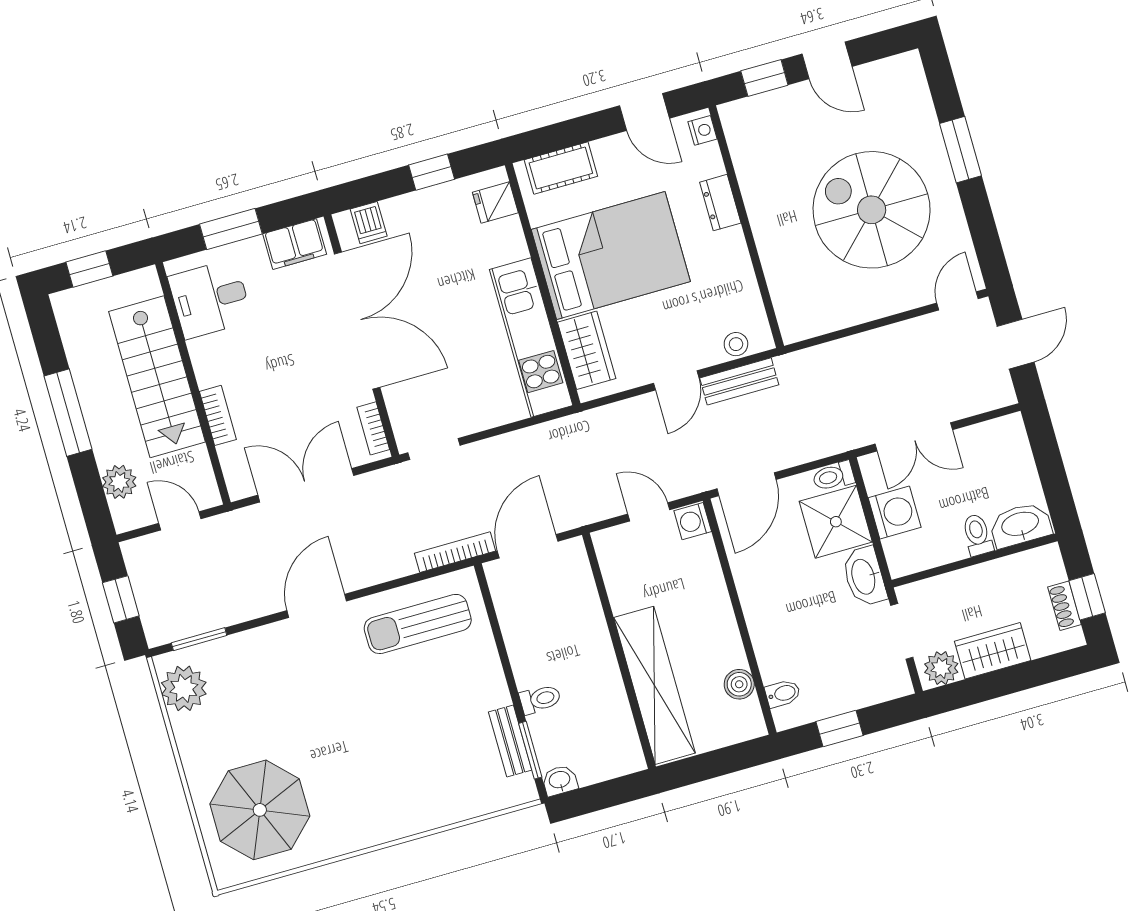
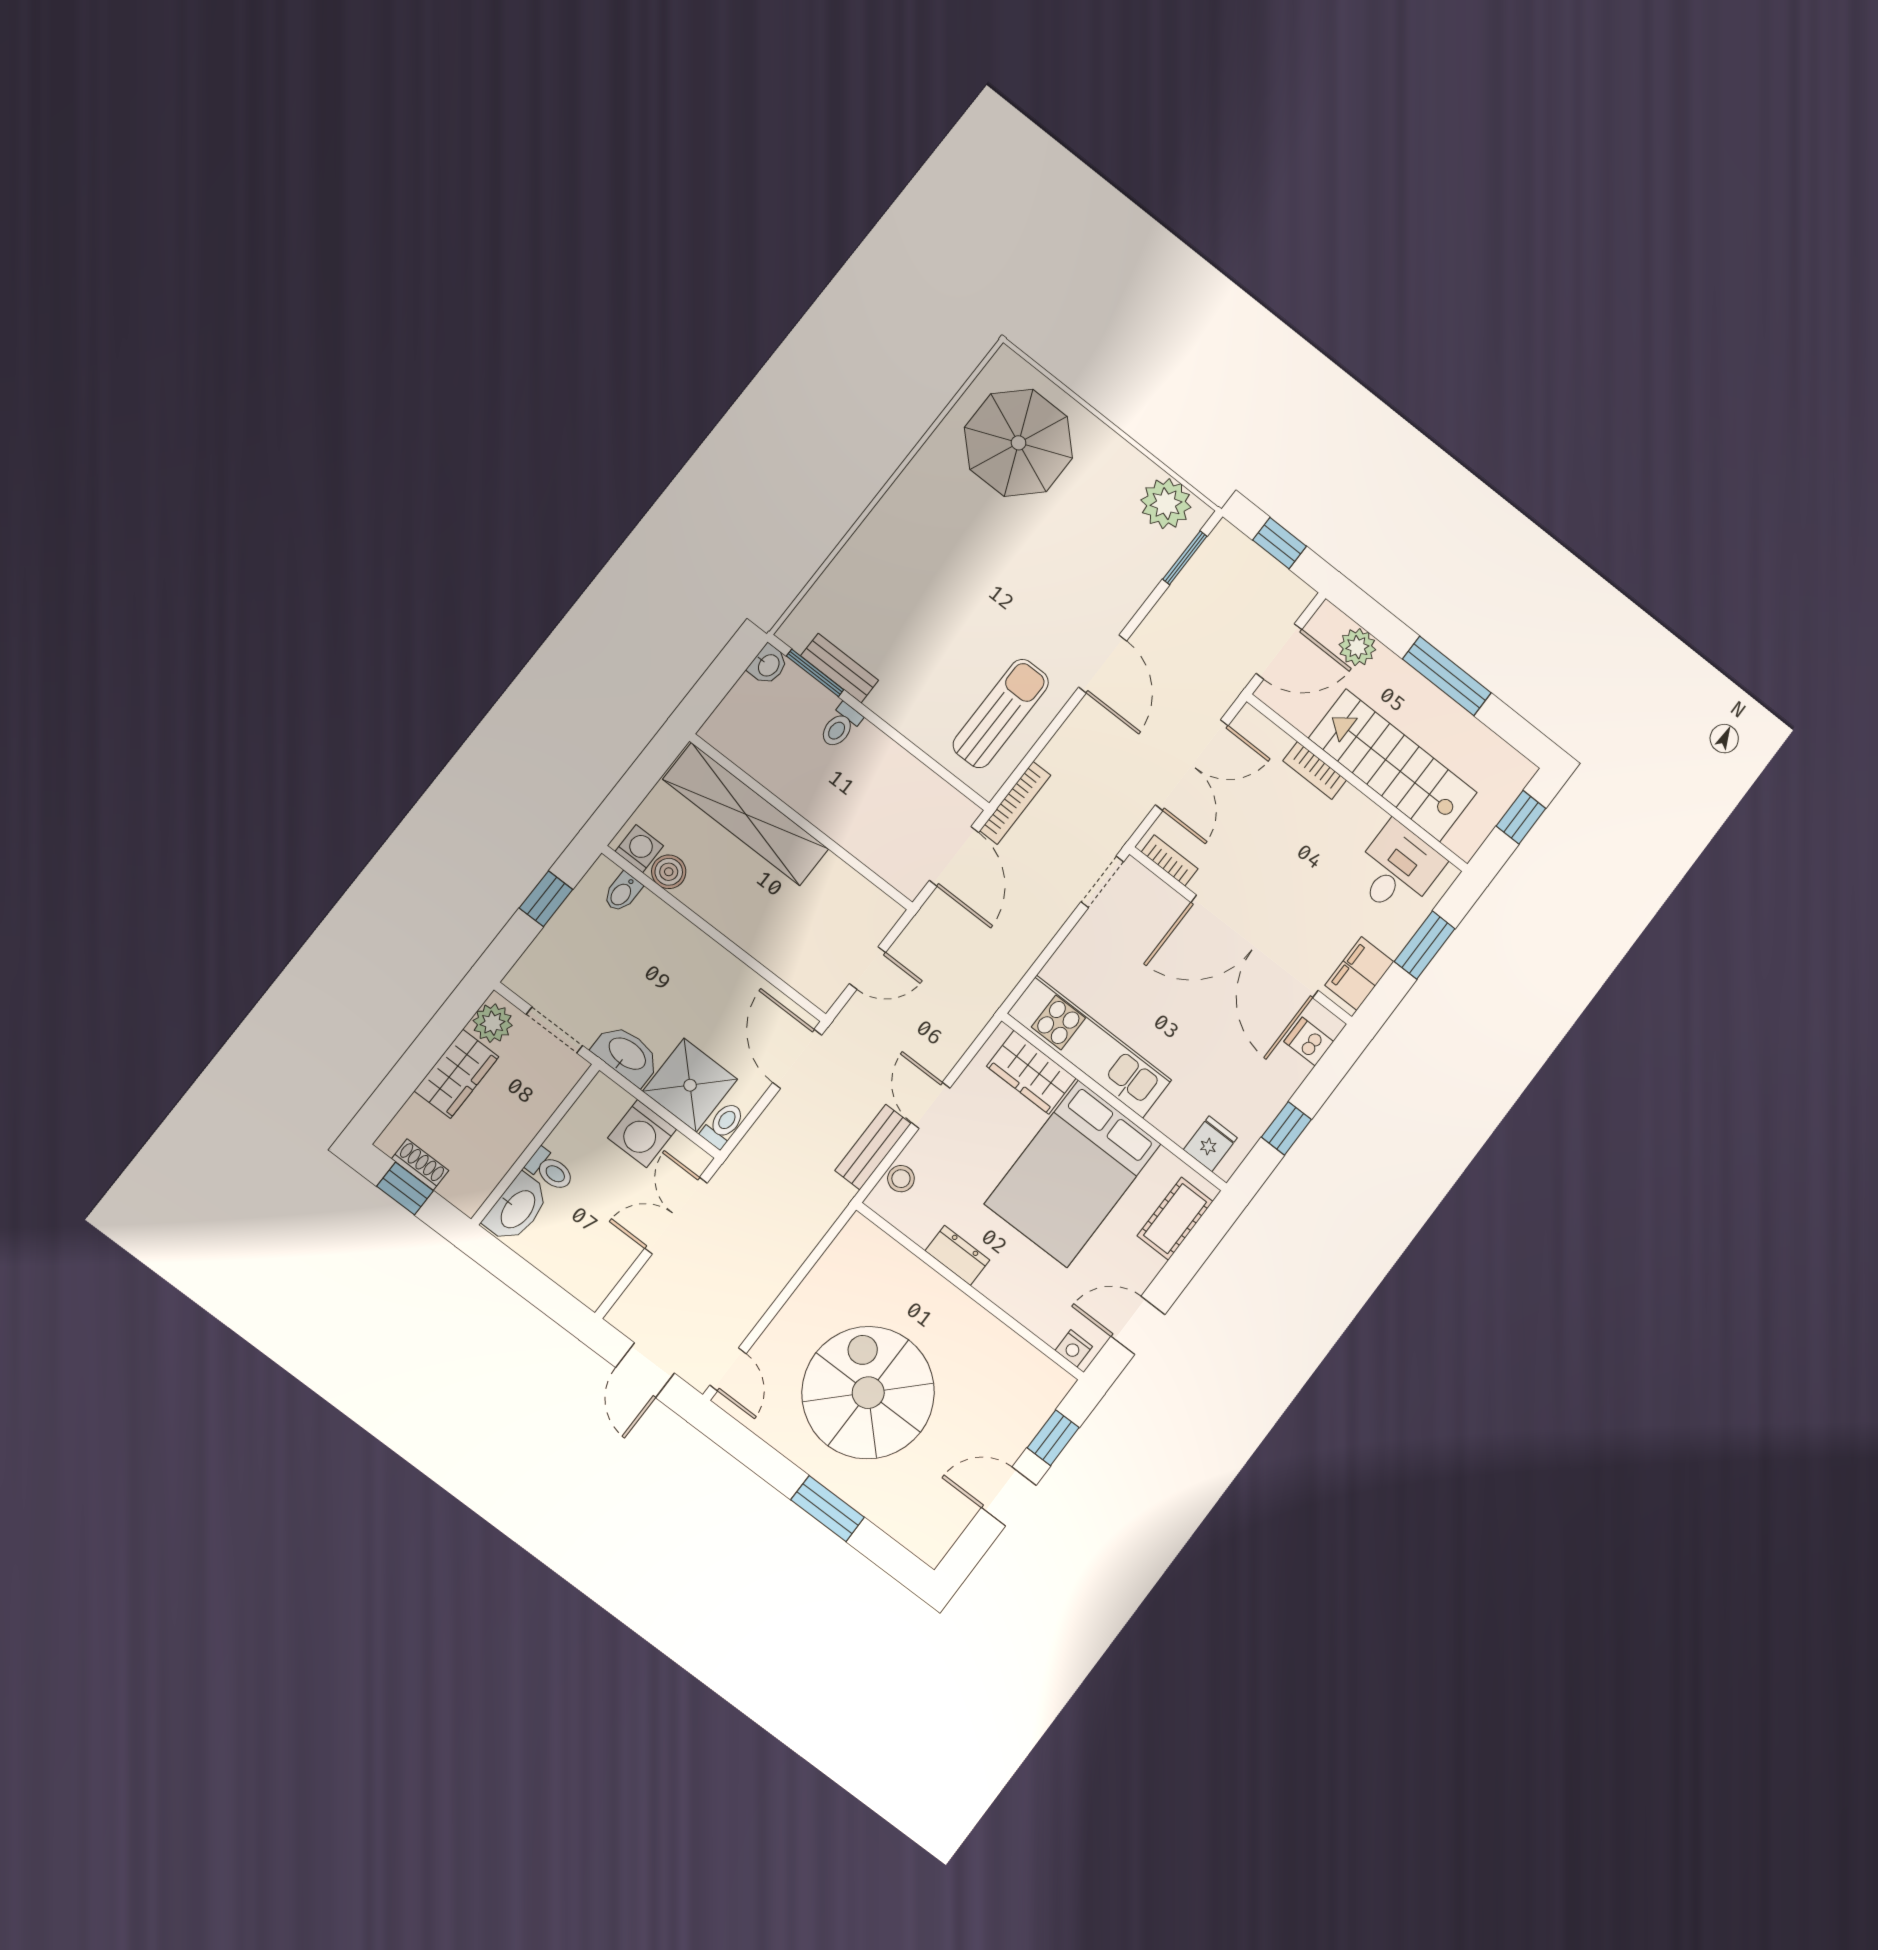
dresser: (720, 203) -> (957, 1255), moved
spiral stairs: (872, 210) -> (868, 1393), turned -90
door: (180, 521) -> (1279, 651), width x1.38
washing machine: (693, 521) -> (639, 849), moved

